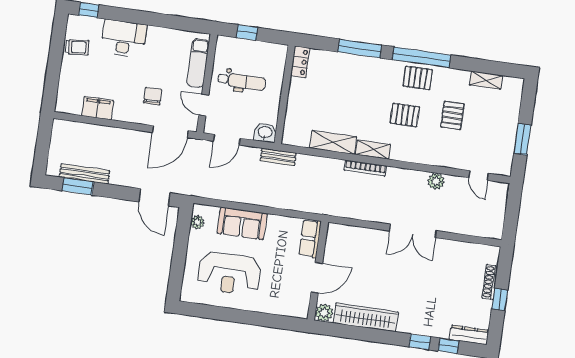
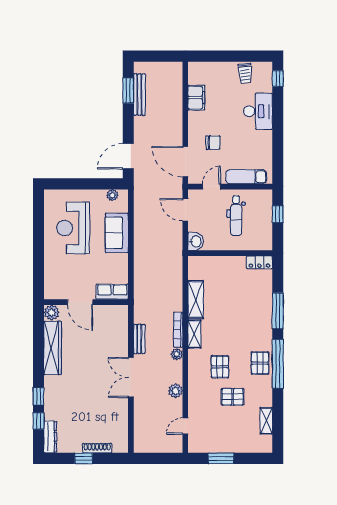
pallet: (405, 115) -> (220, 367), moved
bench: (278, 157) -> (139, 339), moved
plant: (394, 173) -> (177, 354), added

